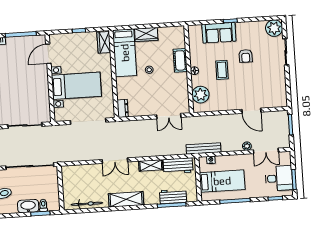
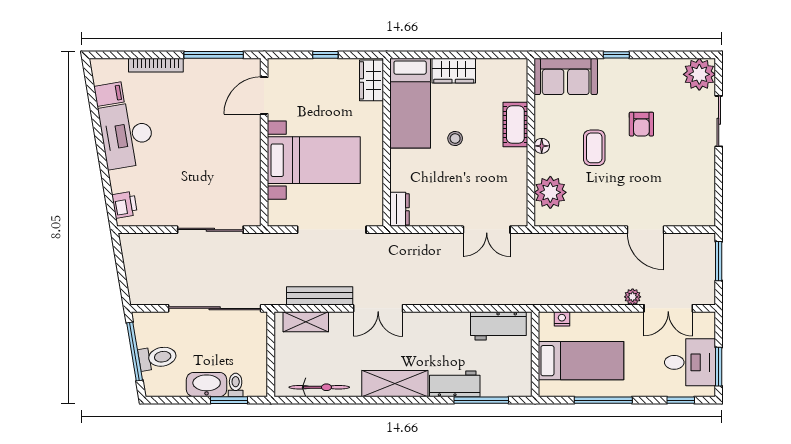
sofa: (219, 33) -> (566, 76), moved
bench: (203, 148) -> (320, 296), moved
shelving: (151, 165) -> (306, 322), moved
workbench: (173, 196) -> (455, 384), moved

